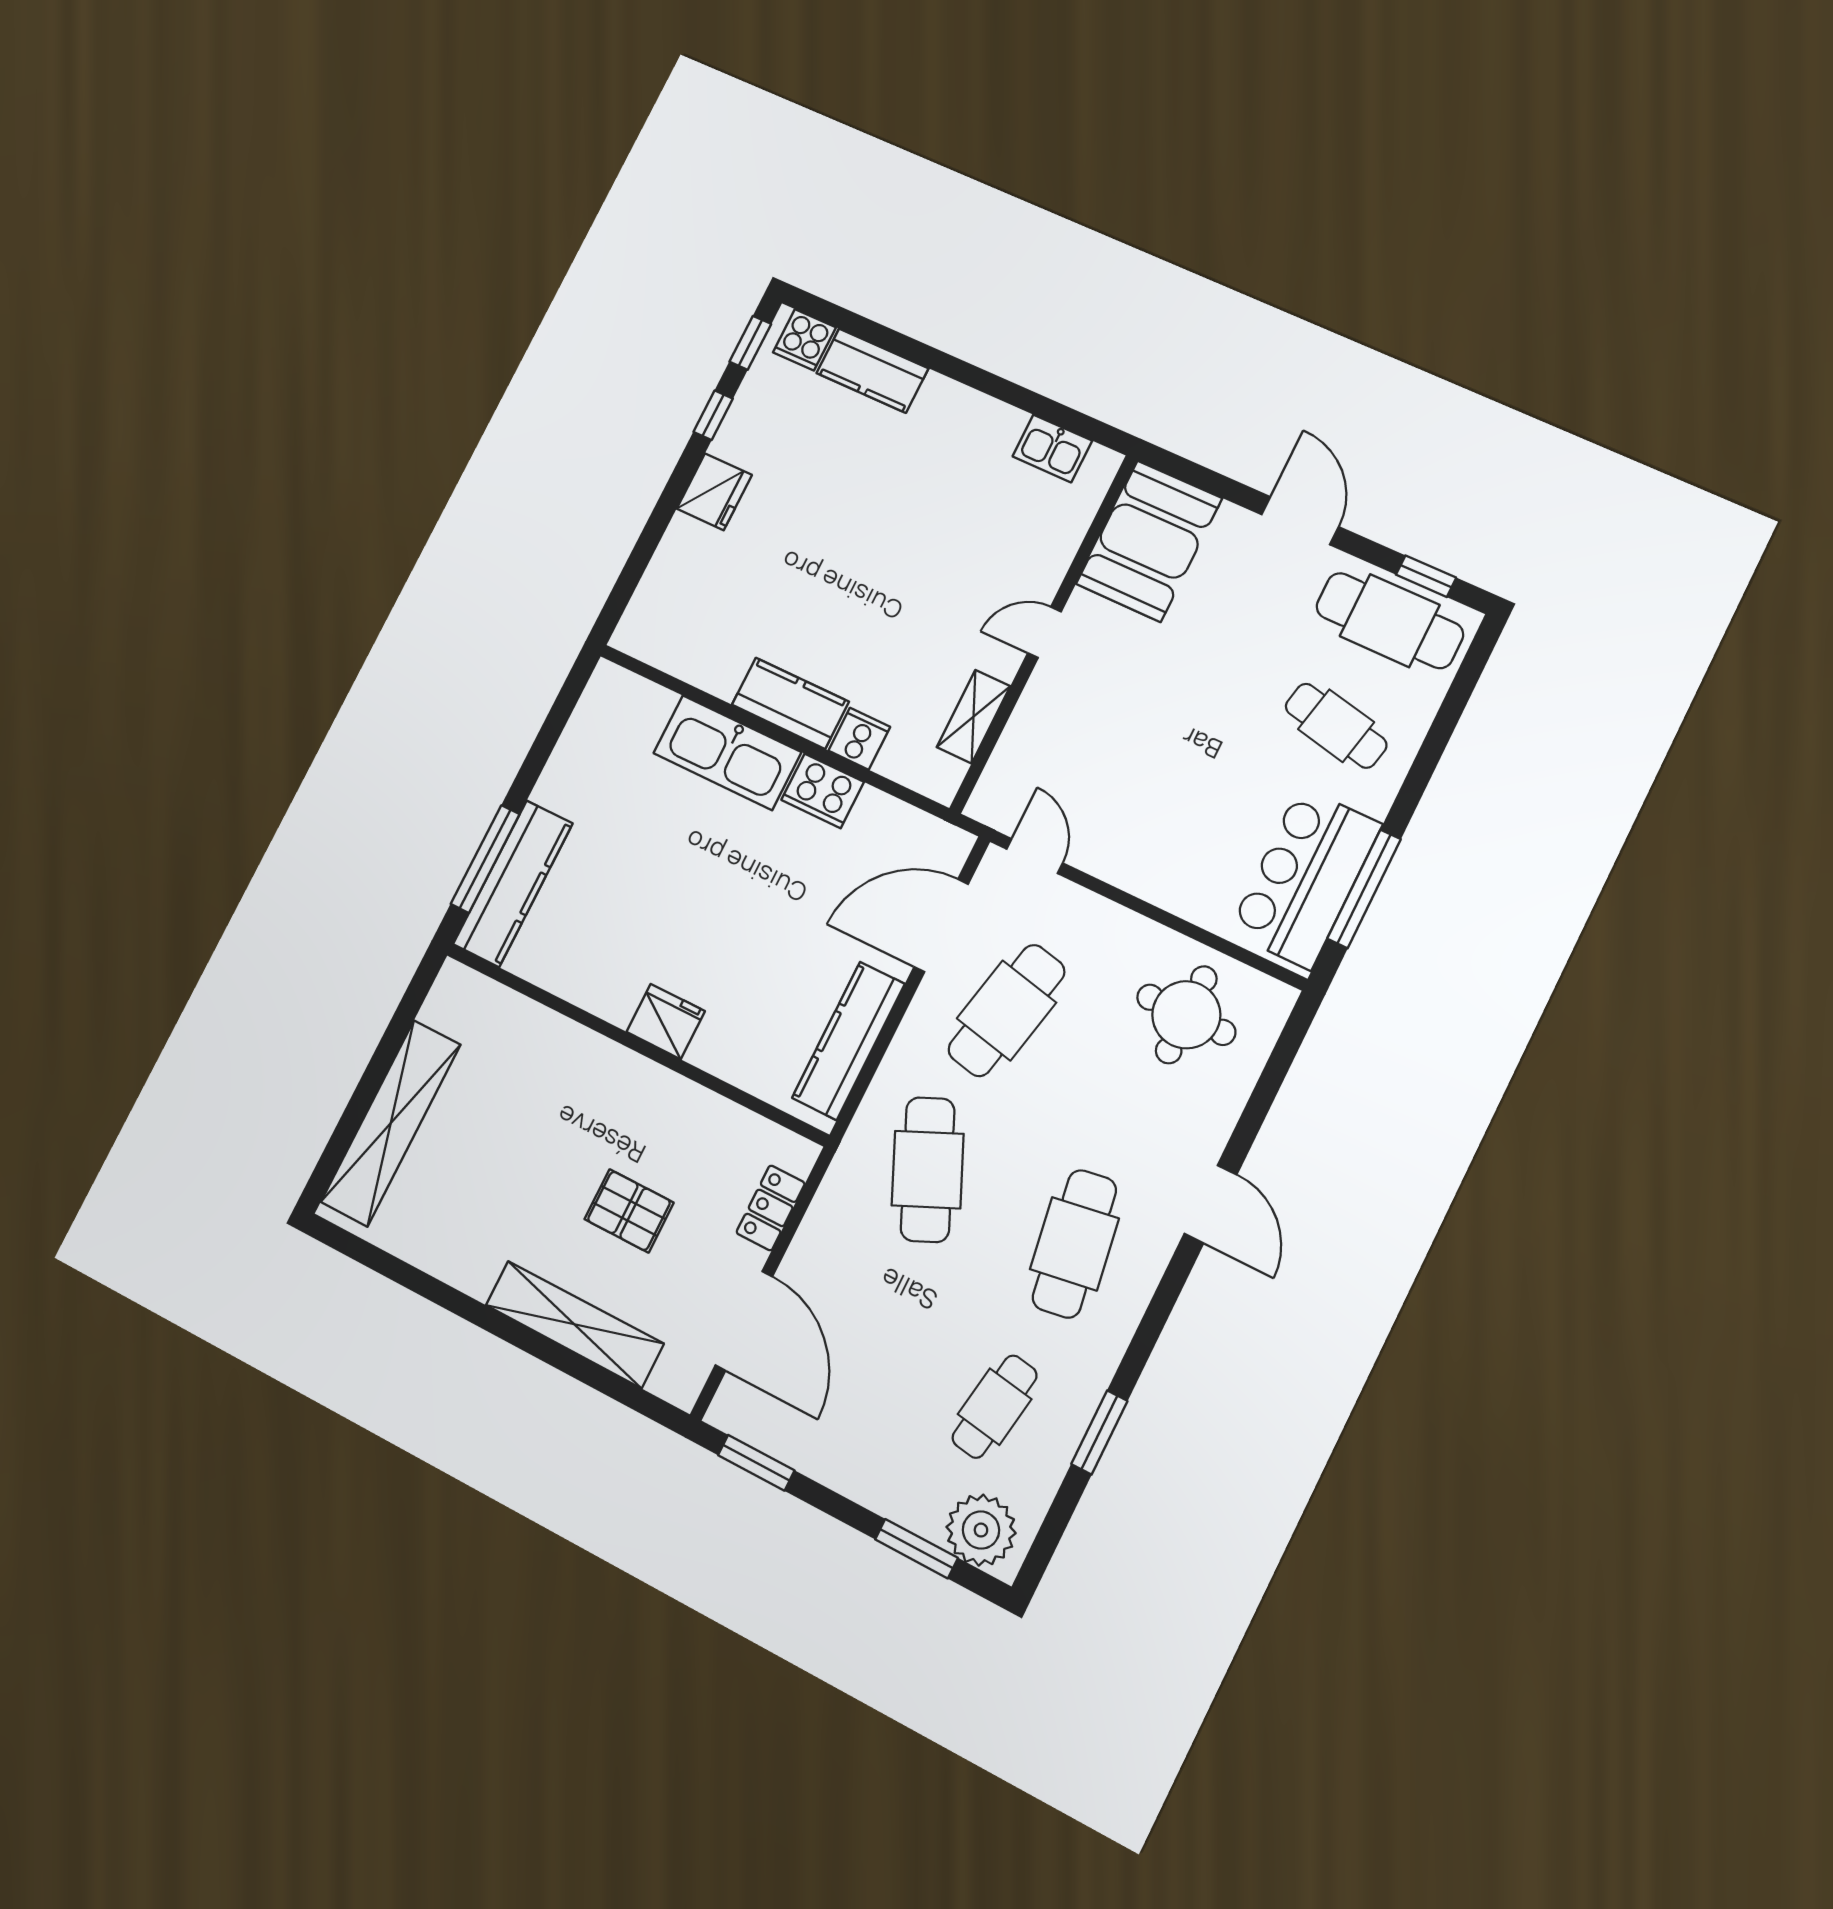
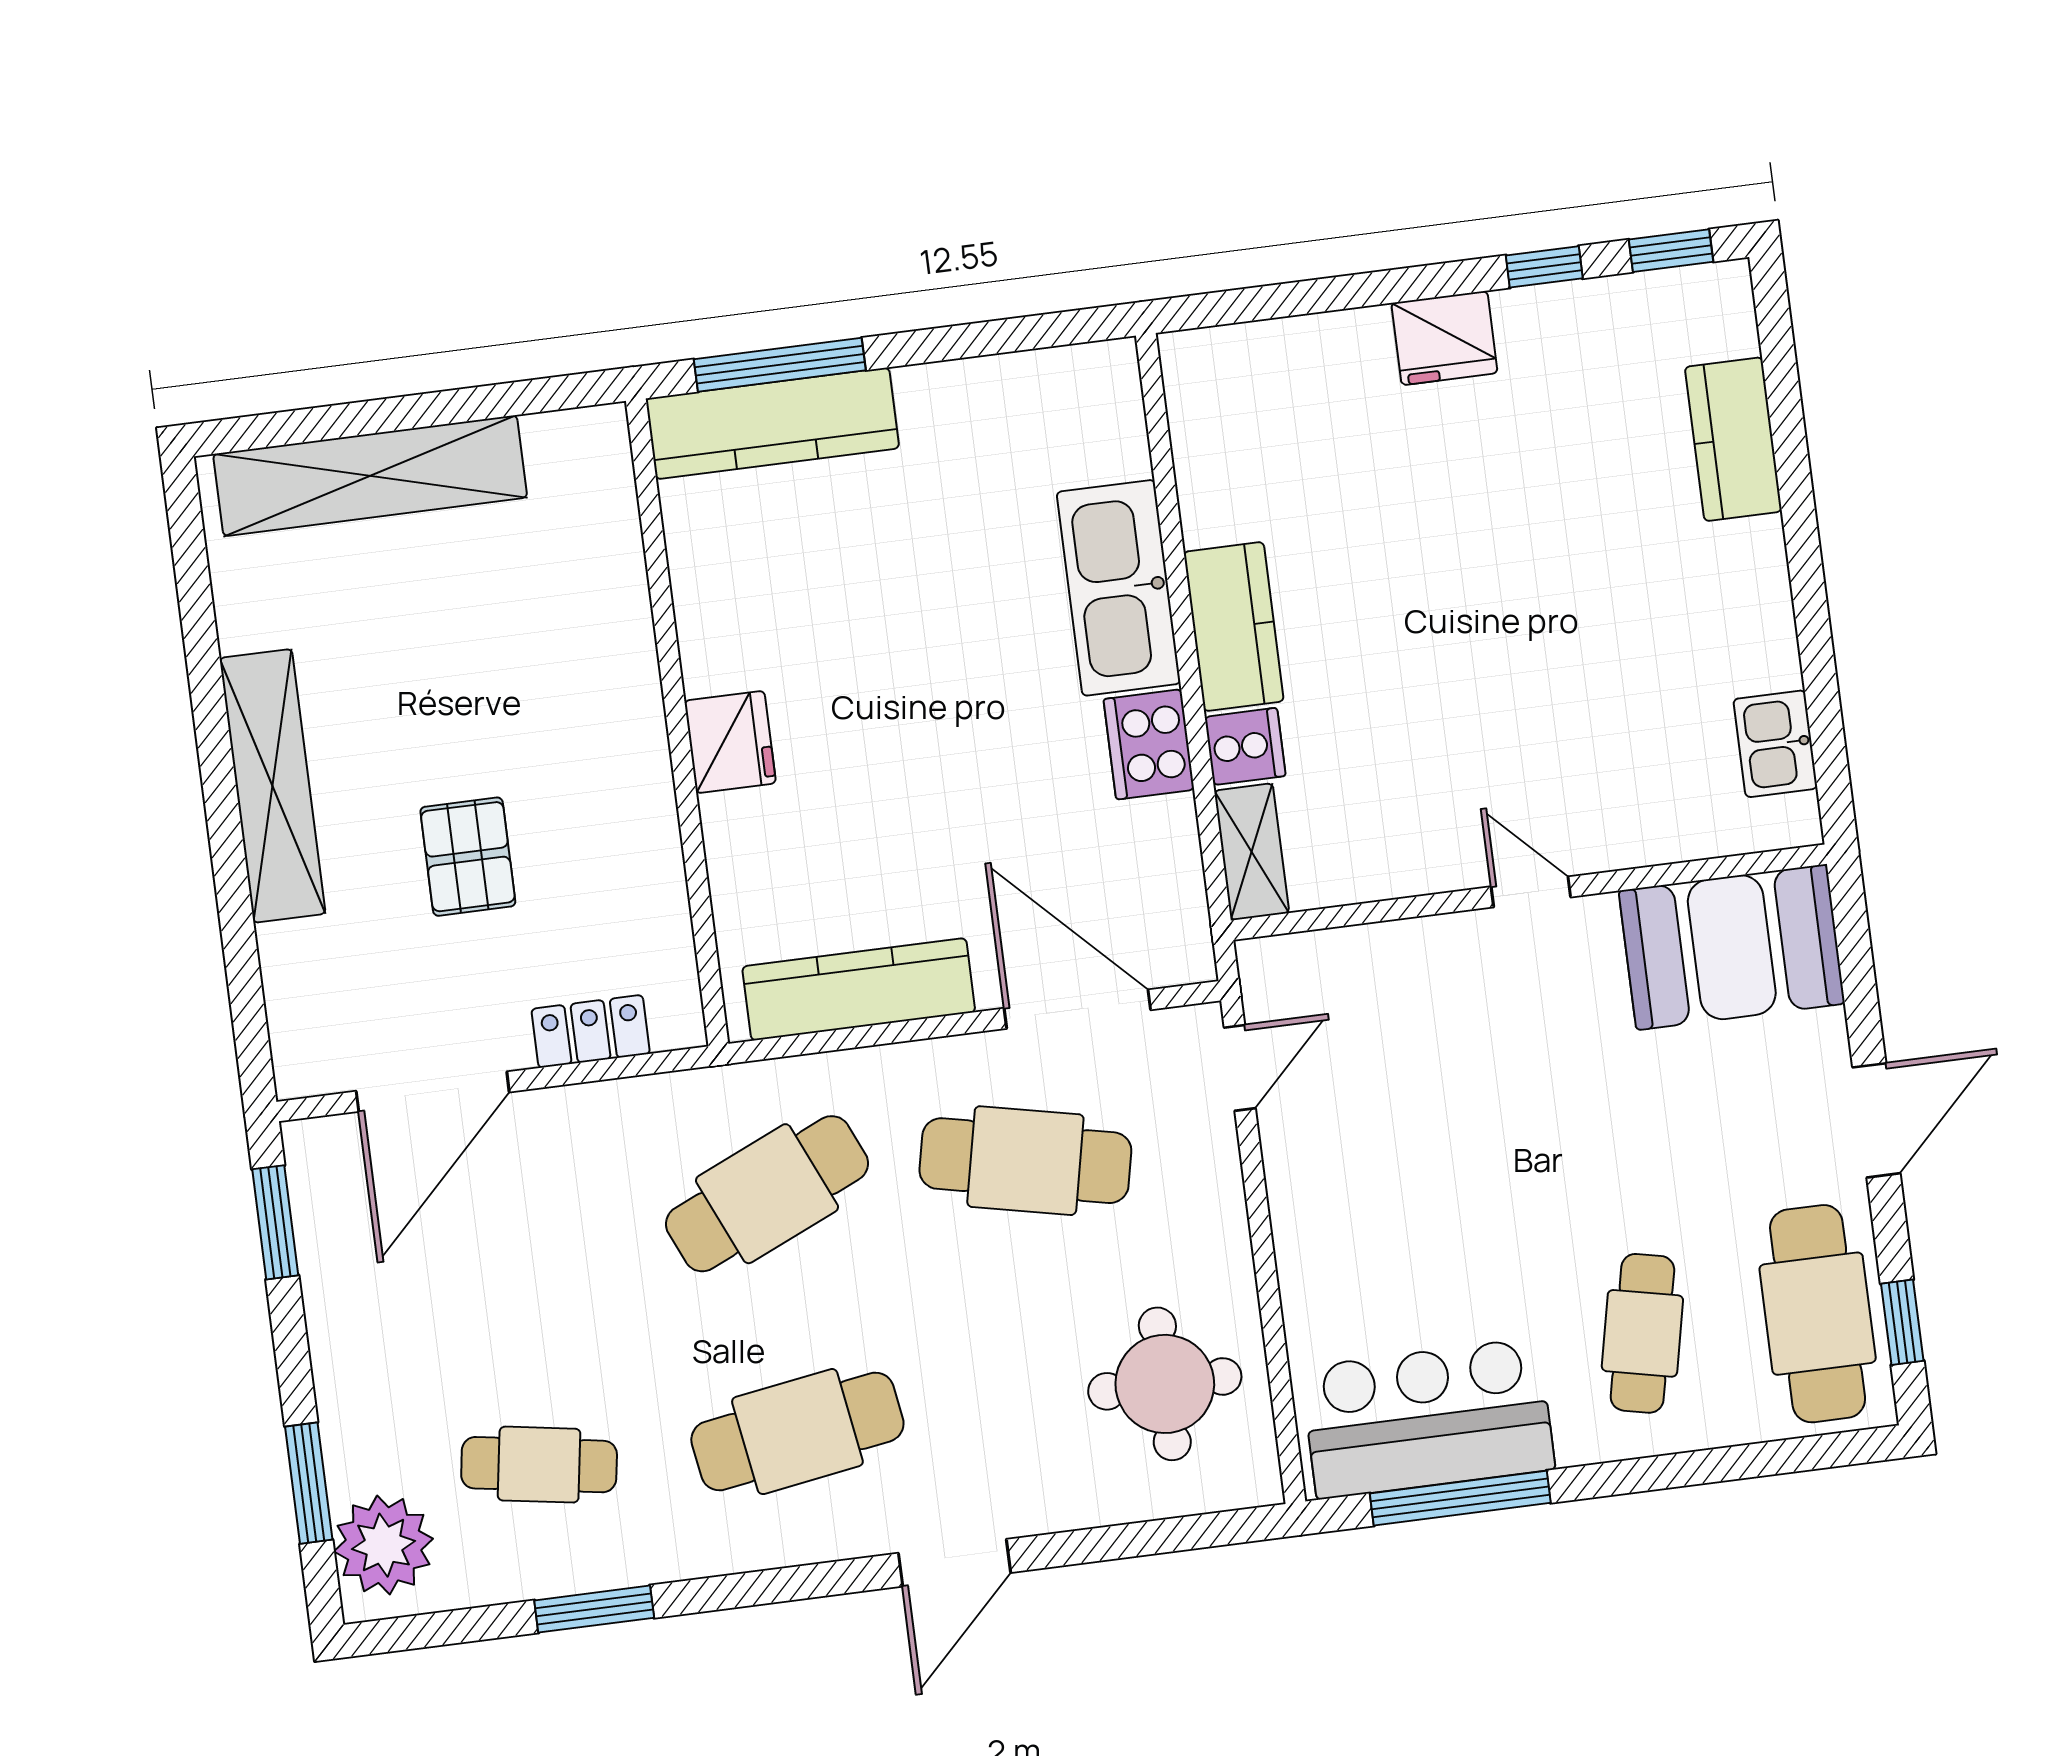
cooker: (804, 340) -> (1719, 321), removed
shelving: (973, 717) -> (1252, 852), moved, turned 90
shelving: (574, 1324) -> (273, 786), moved

